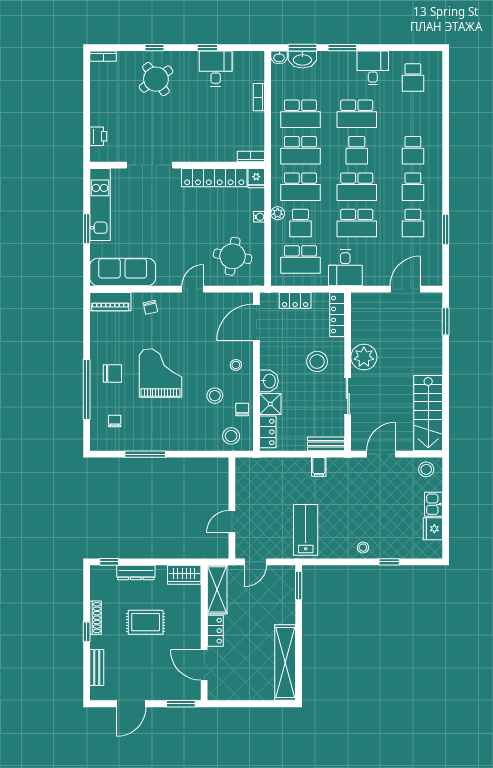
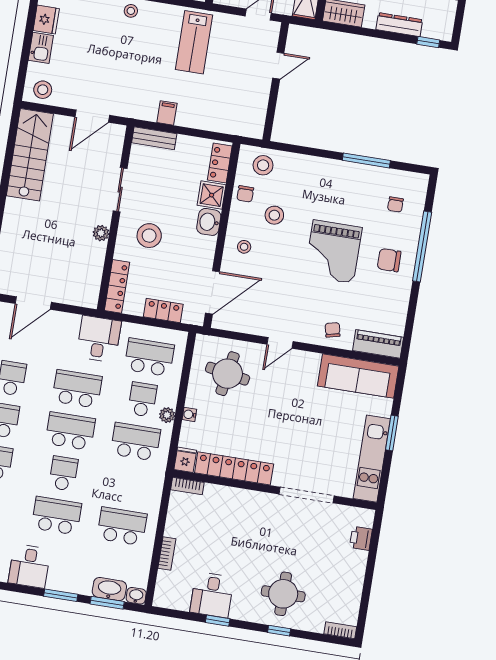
round table: (156, 79) -> (283, 594), turned 35
school desk: (300, 150) -> (129, 484), removed
plant: (364, 357) -> (101, 233), width x0.53, depth x0.53

